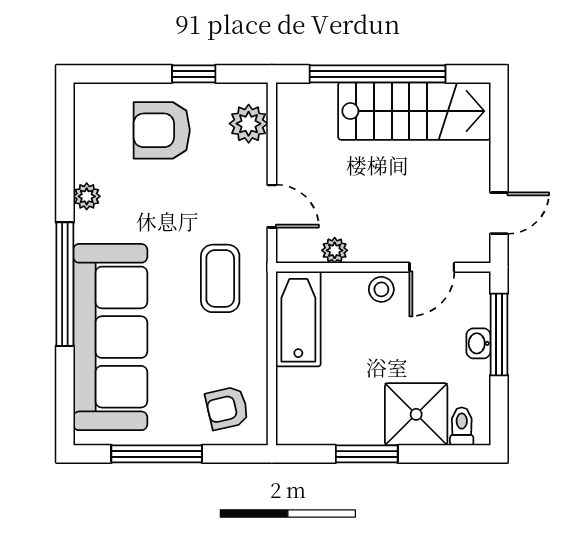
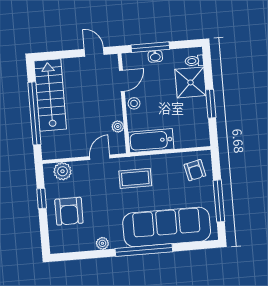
door: (432, 267) -> (122, 81), hinge flipped

